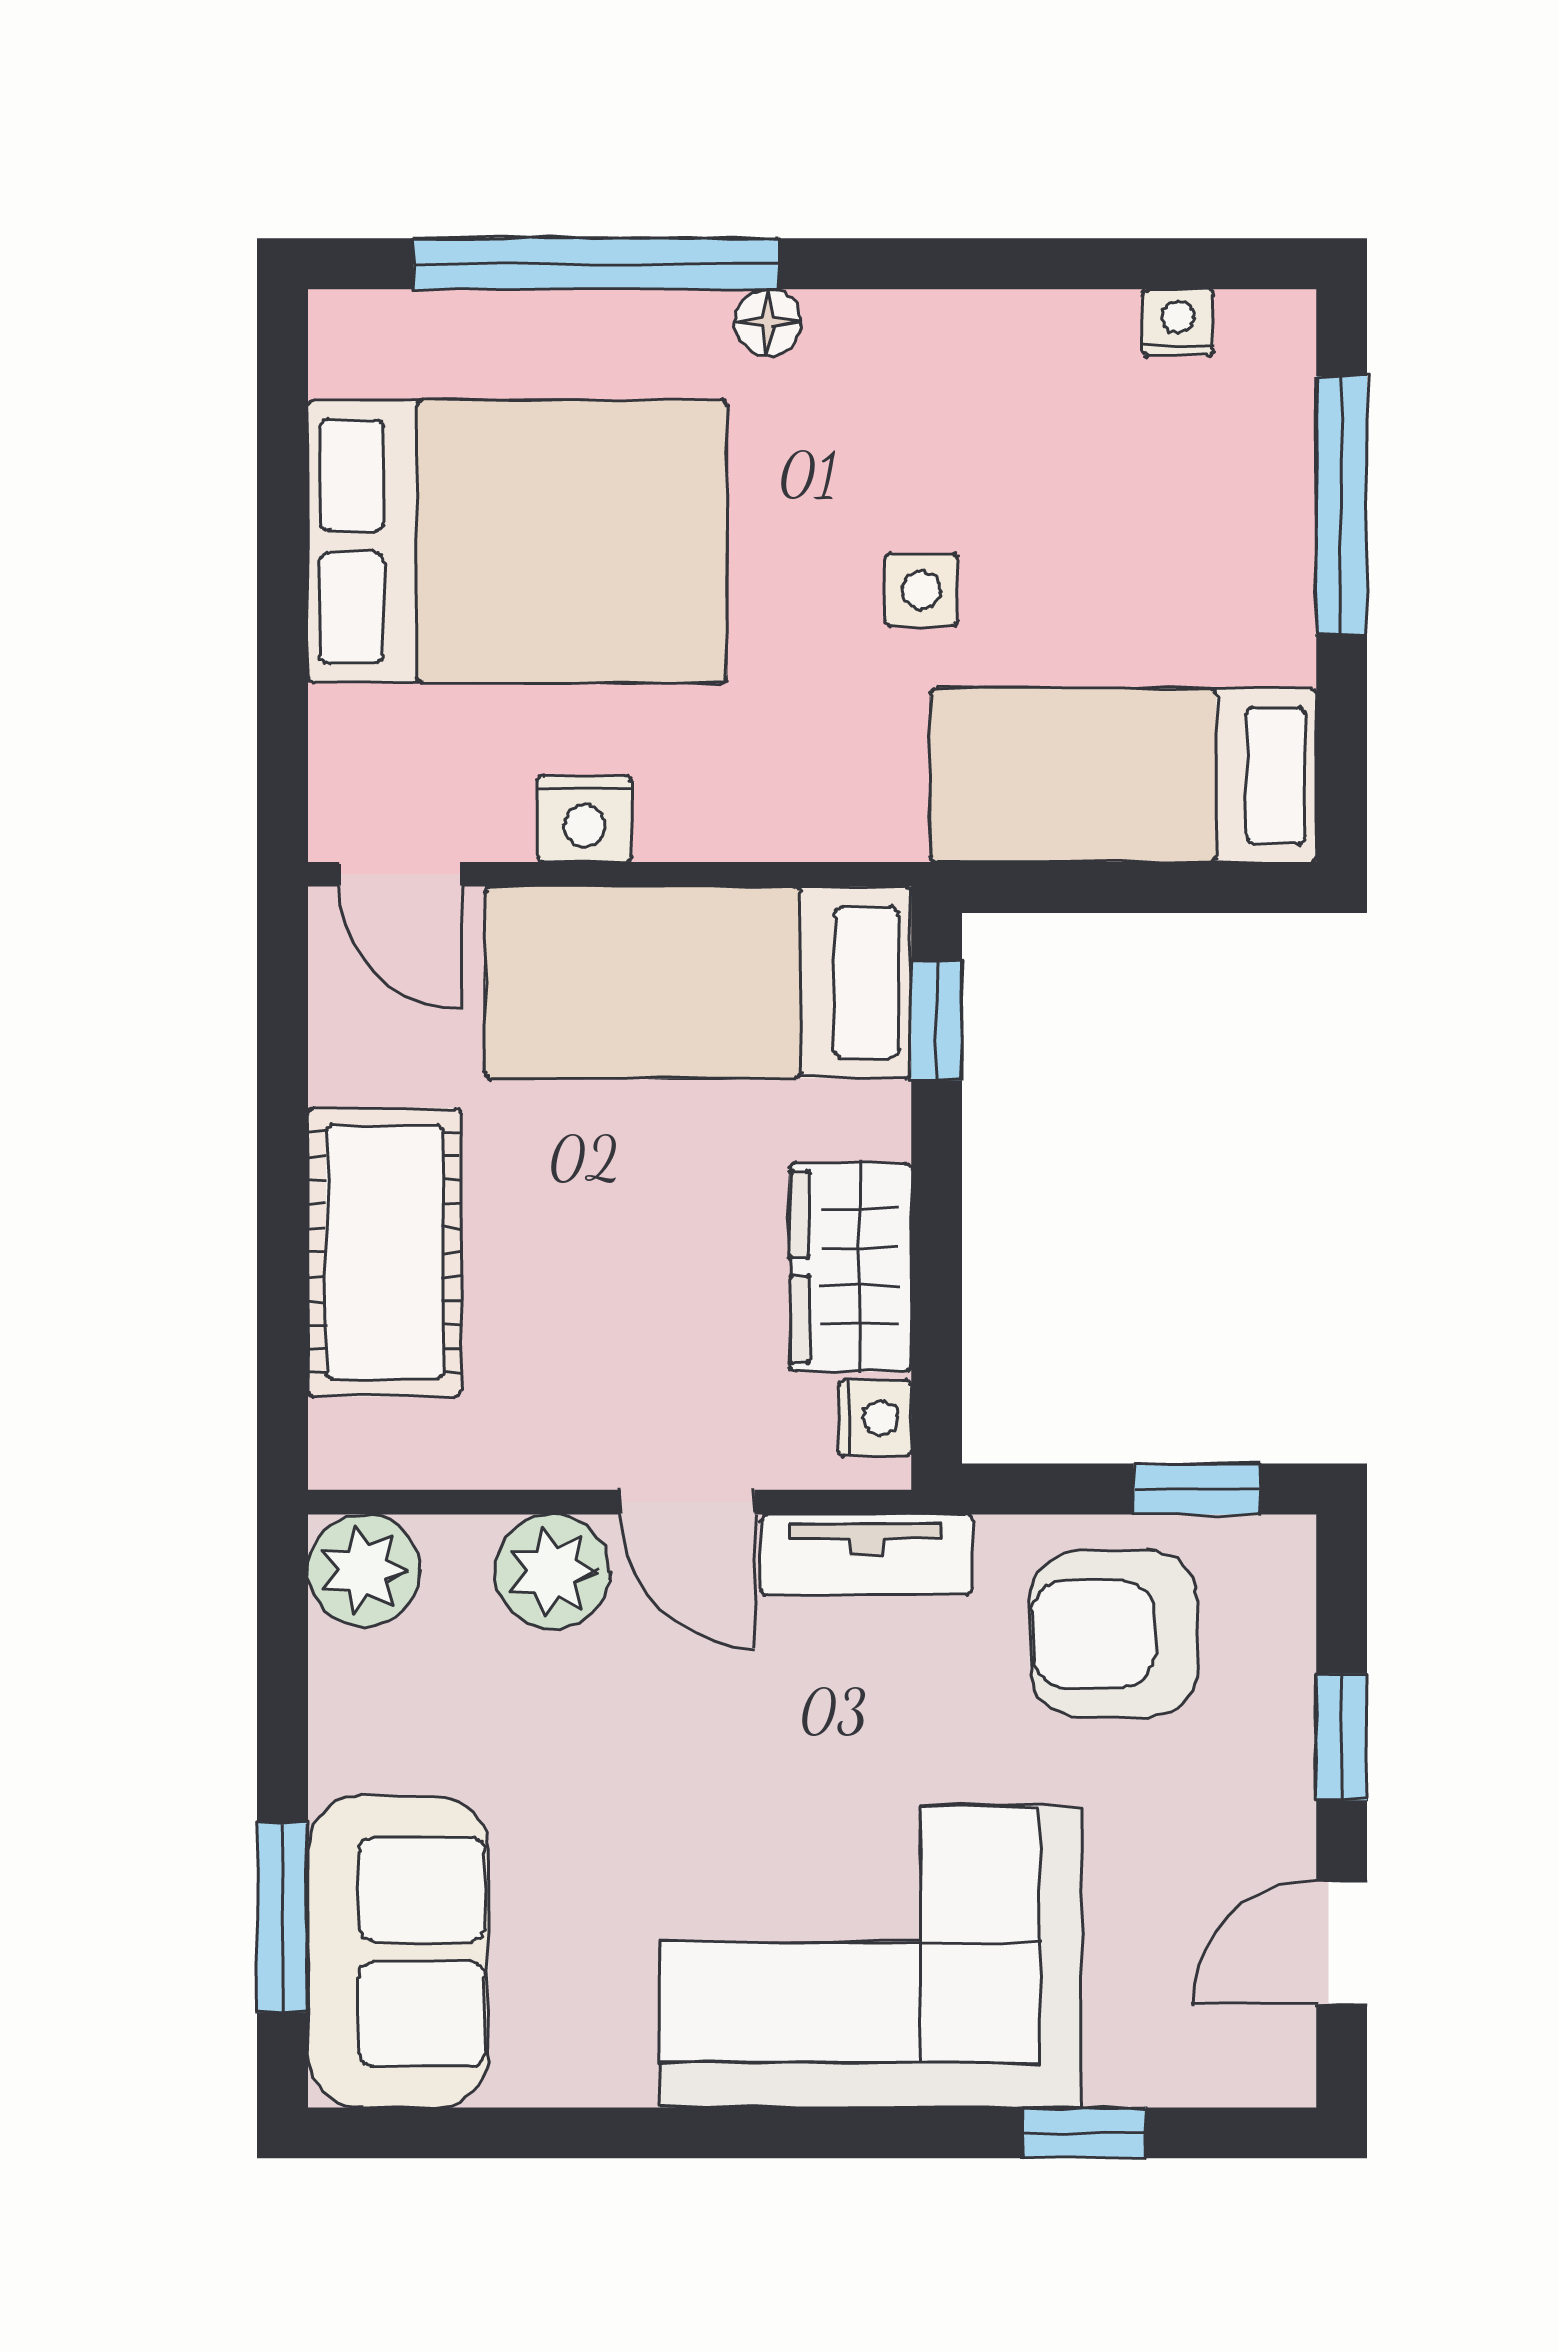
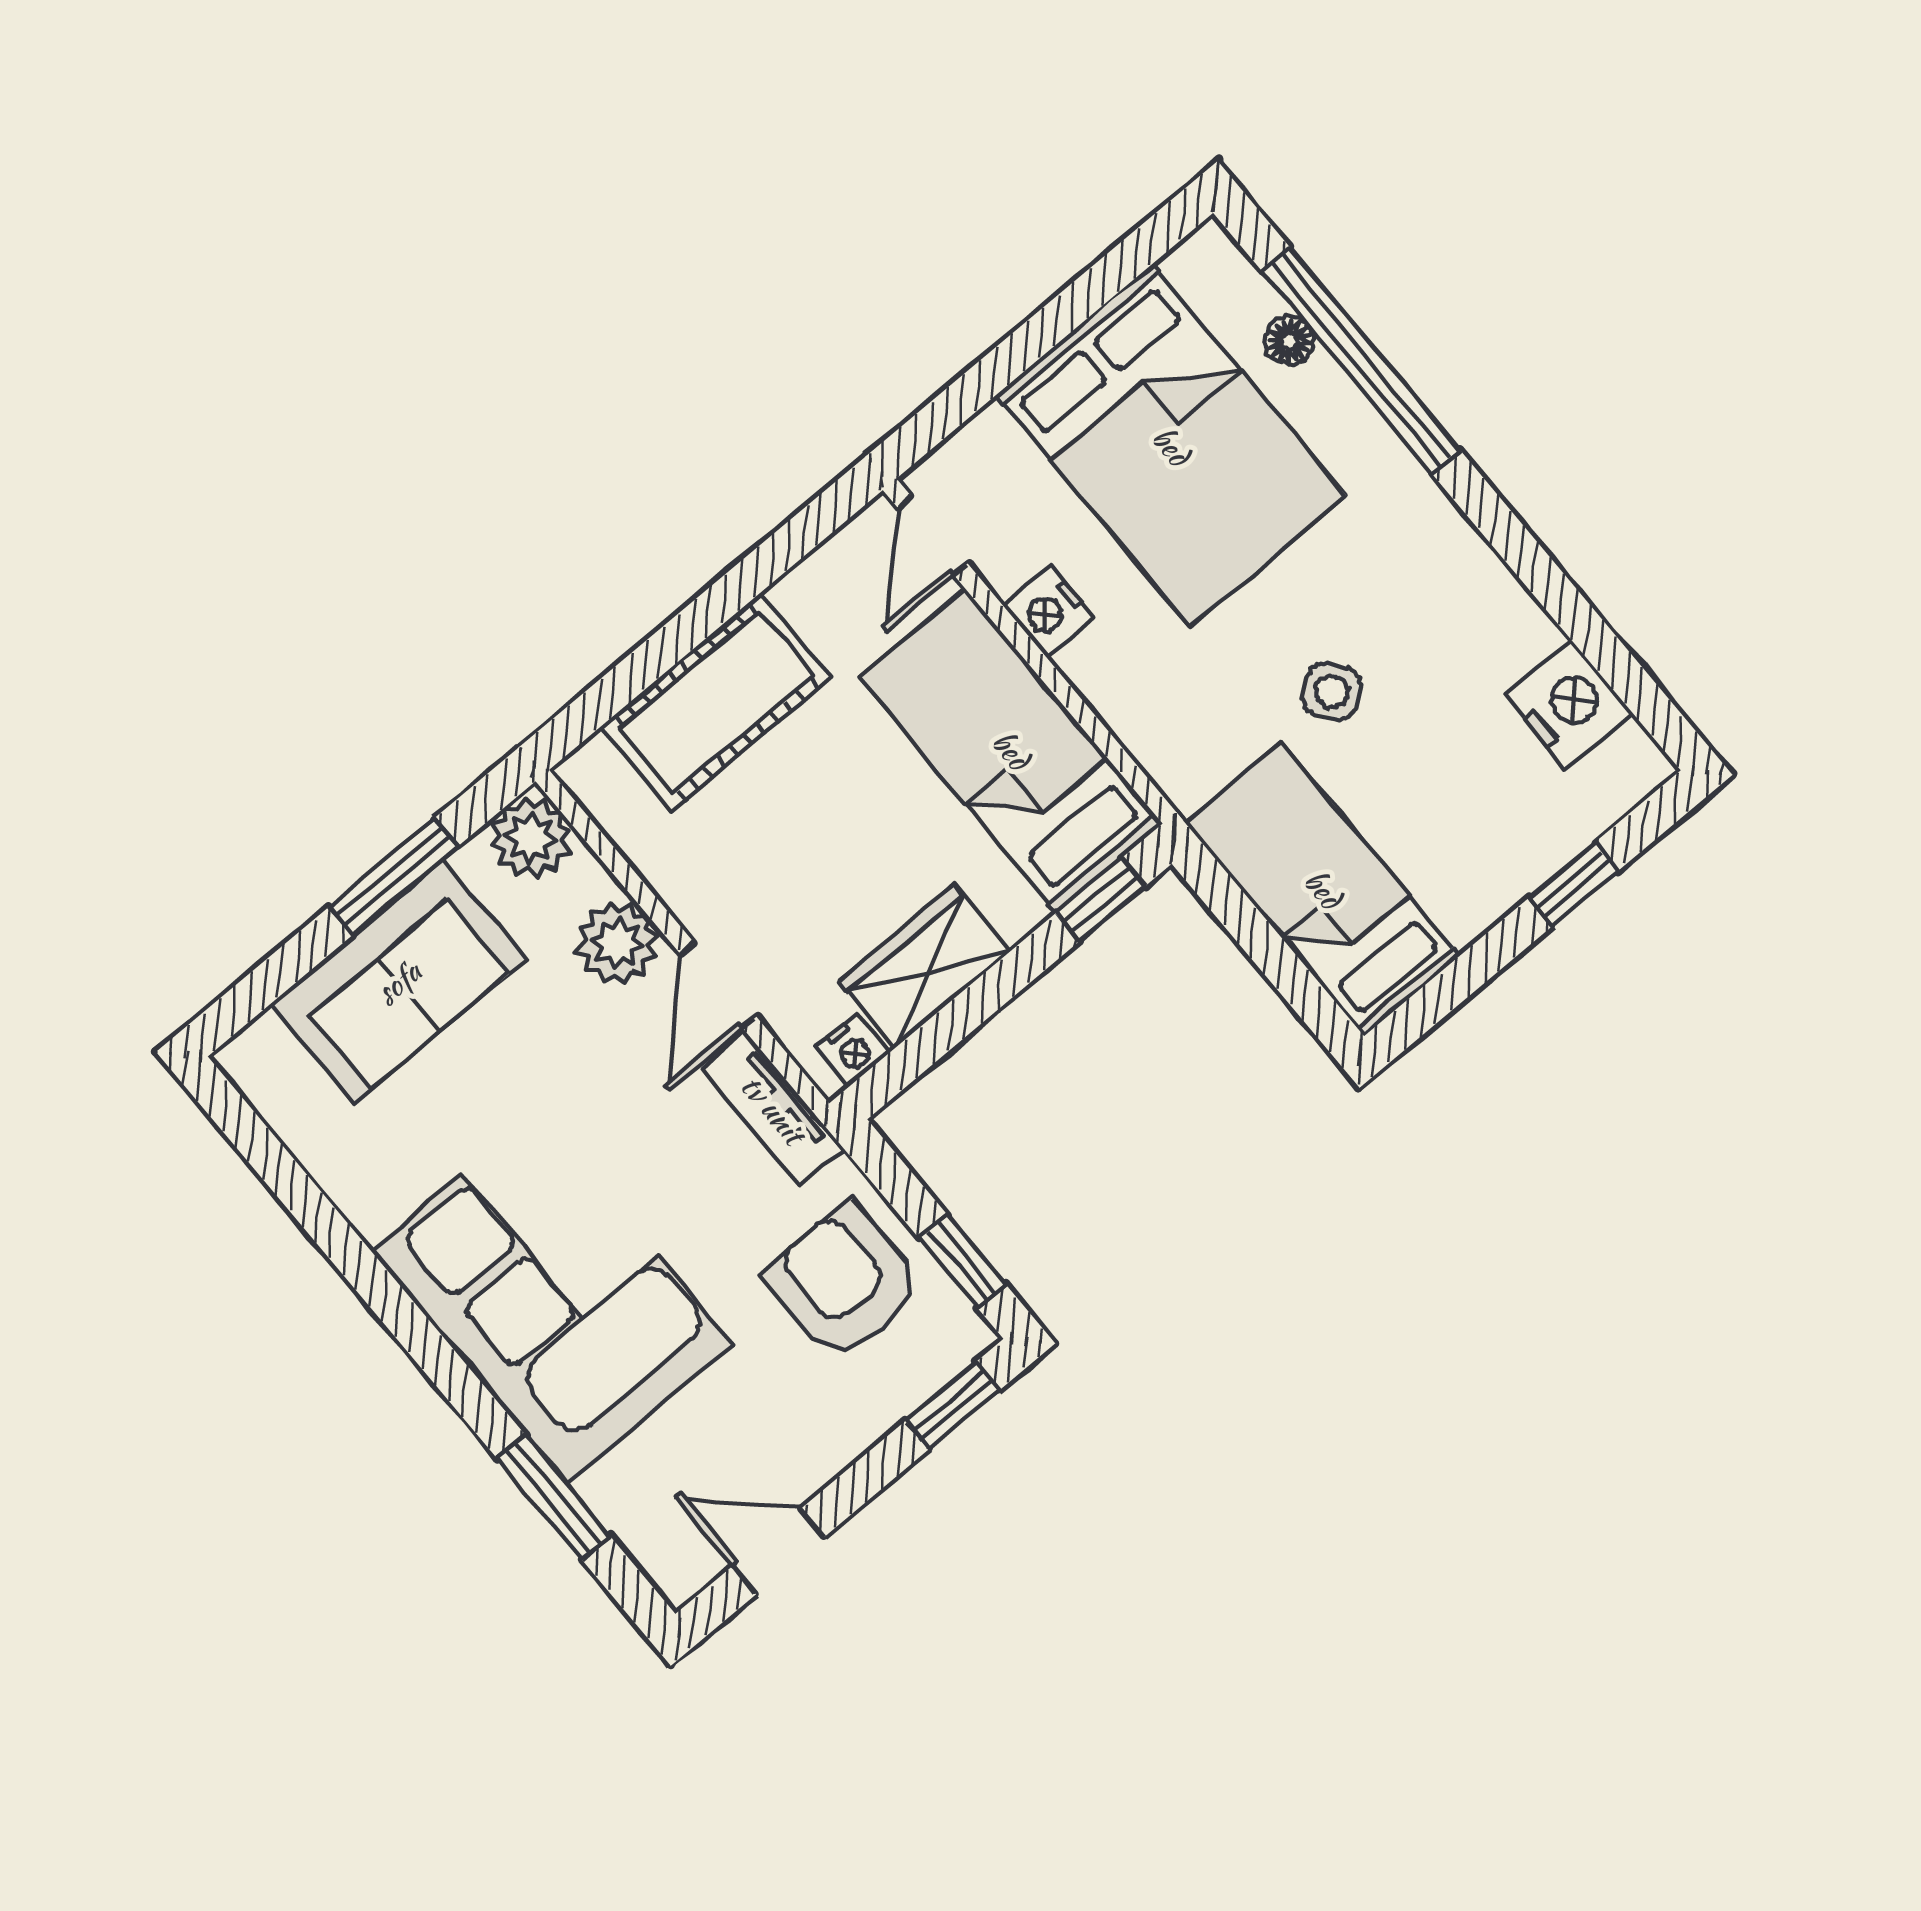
nightstand: (1178, 322) -> (1569, 705), width x1.89, depth x1.79
floor lamp: (768, 323) -> (1289, 341), moved
window: (1342, 505) -> (1573, 885), width x0.46
side table: (922, 590) -> (1332, 692), turned -37
window: (1342, 1737) -> (952, 1406), moved
window: (282, 1917) -> (393, 877), moved
sofa: (398, 1951) -> (398, 982), moved
window: (1084, 2133) -> (554, 1498), width x1.50

